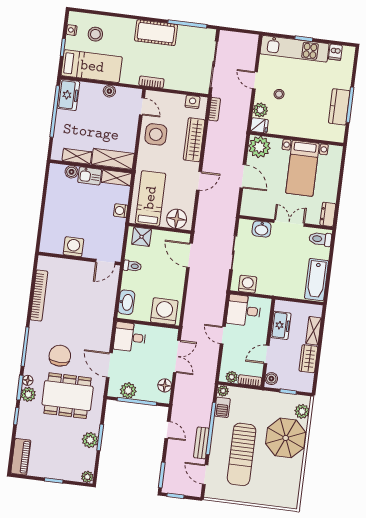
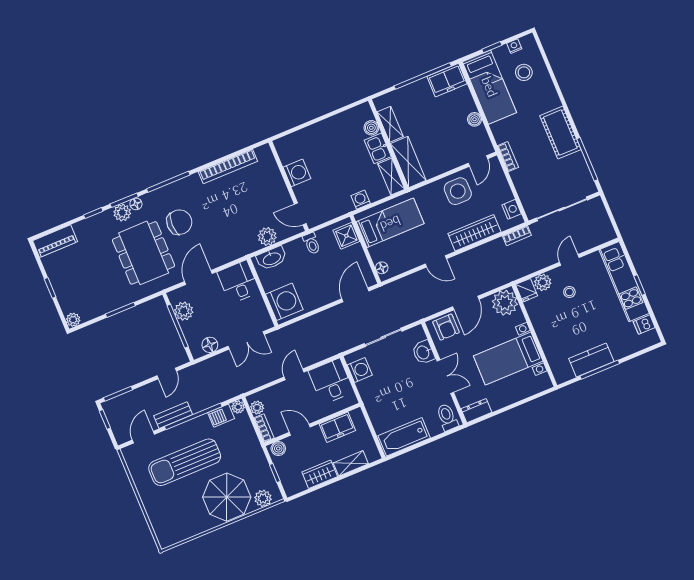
armchair: (252, 201) -> (446, 327), added
floor lamp: (177, 219) -> (382, 268), width x0.53, depth x0.53
plant: (90, 440) -> (267, 237), moved

